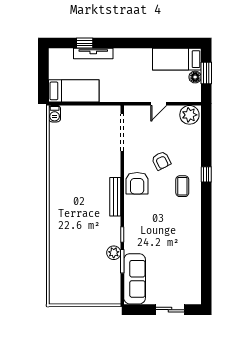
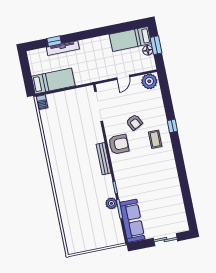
armchair: (137, 183) -> (119, 144), turned -90

